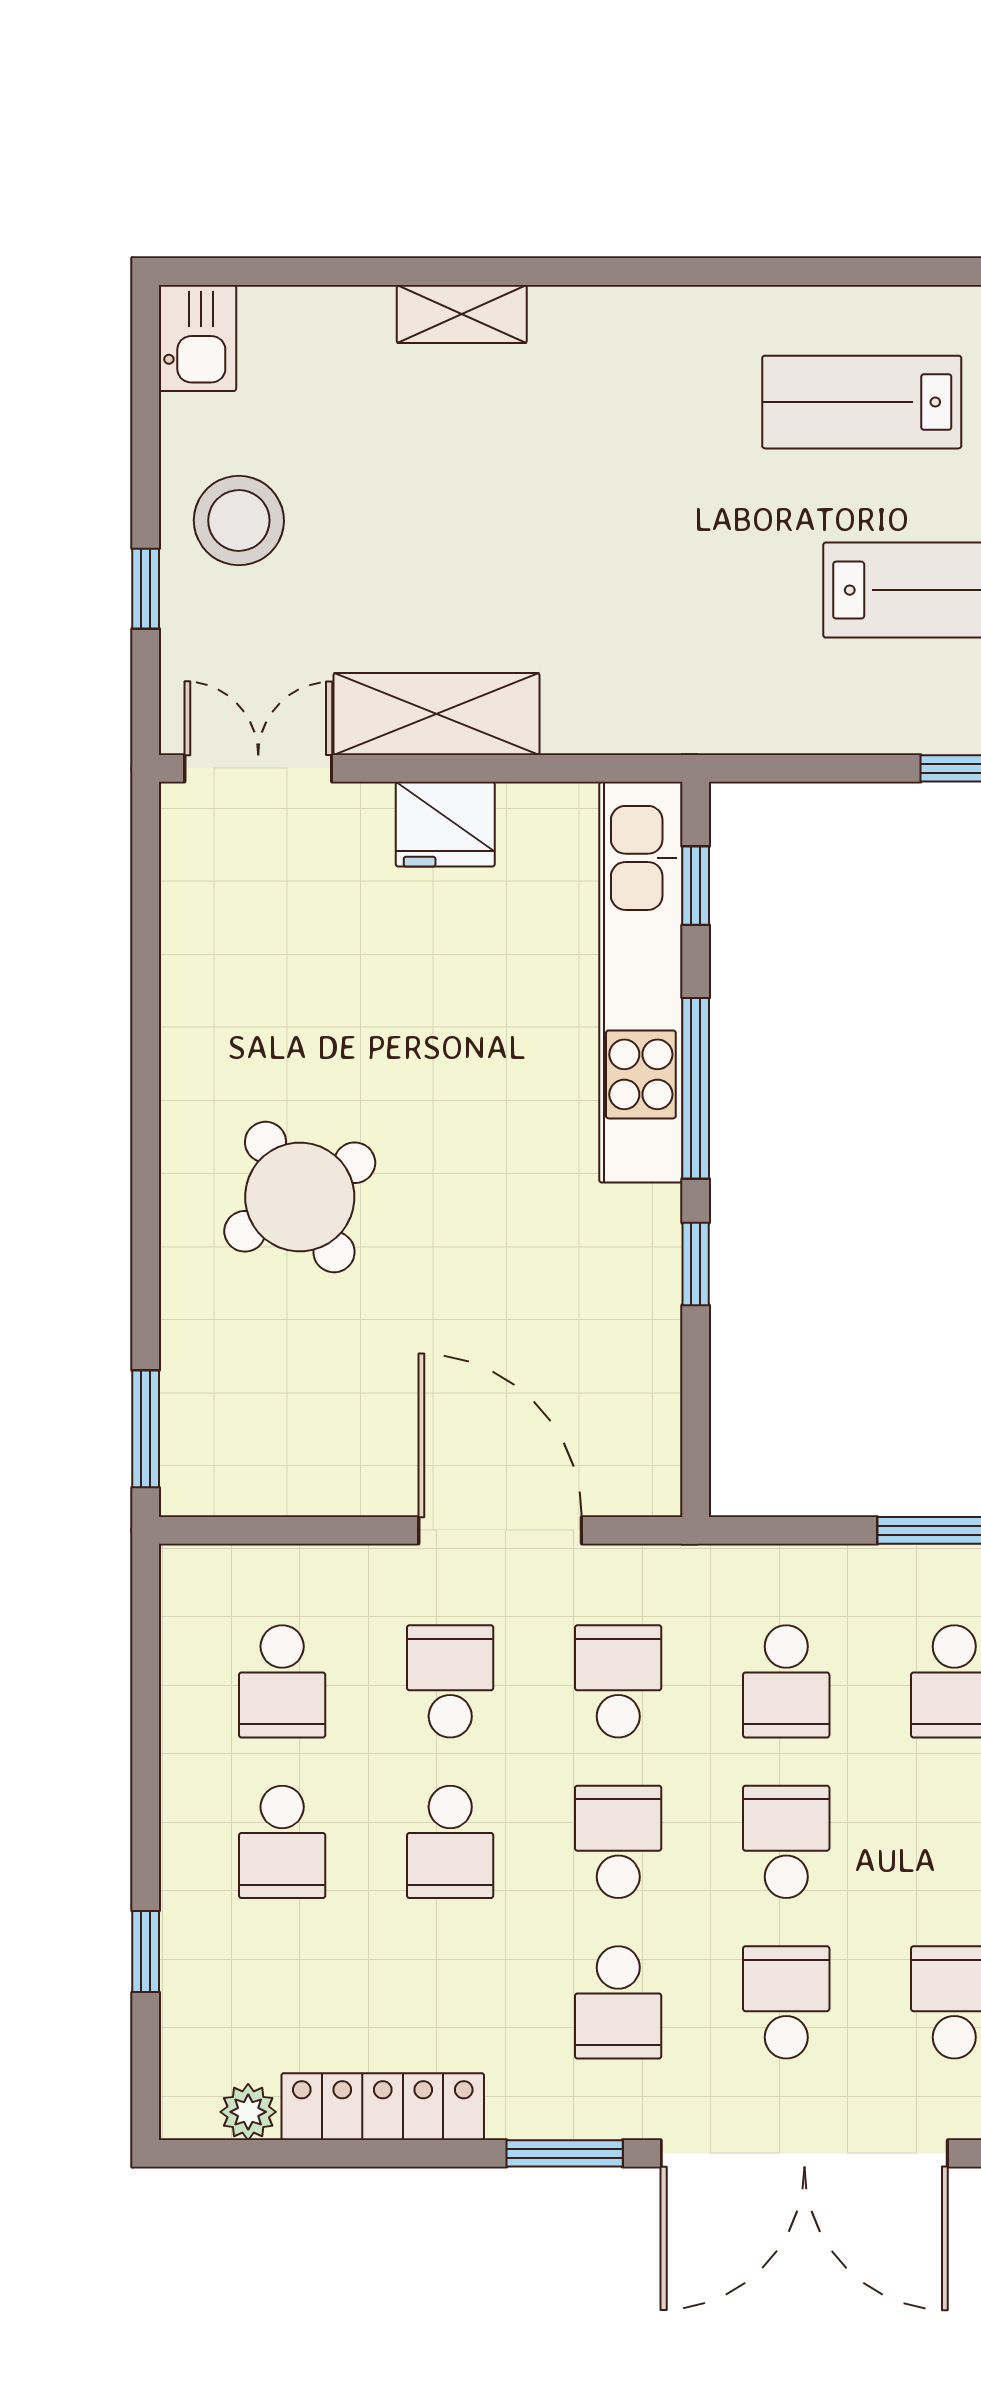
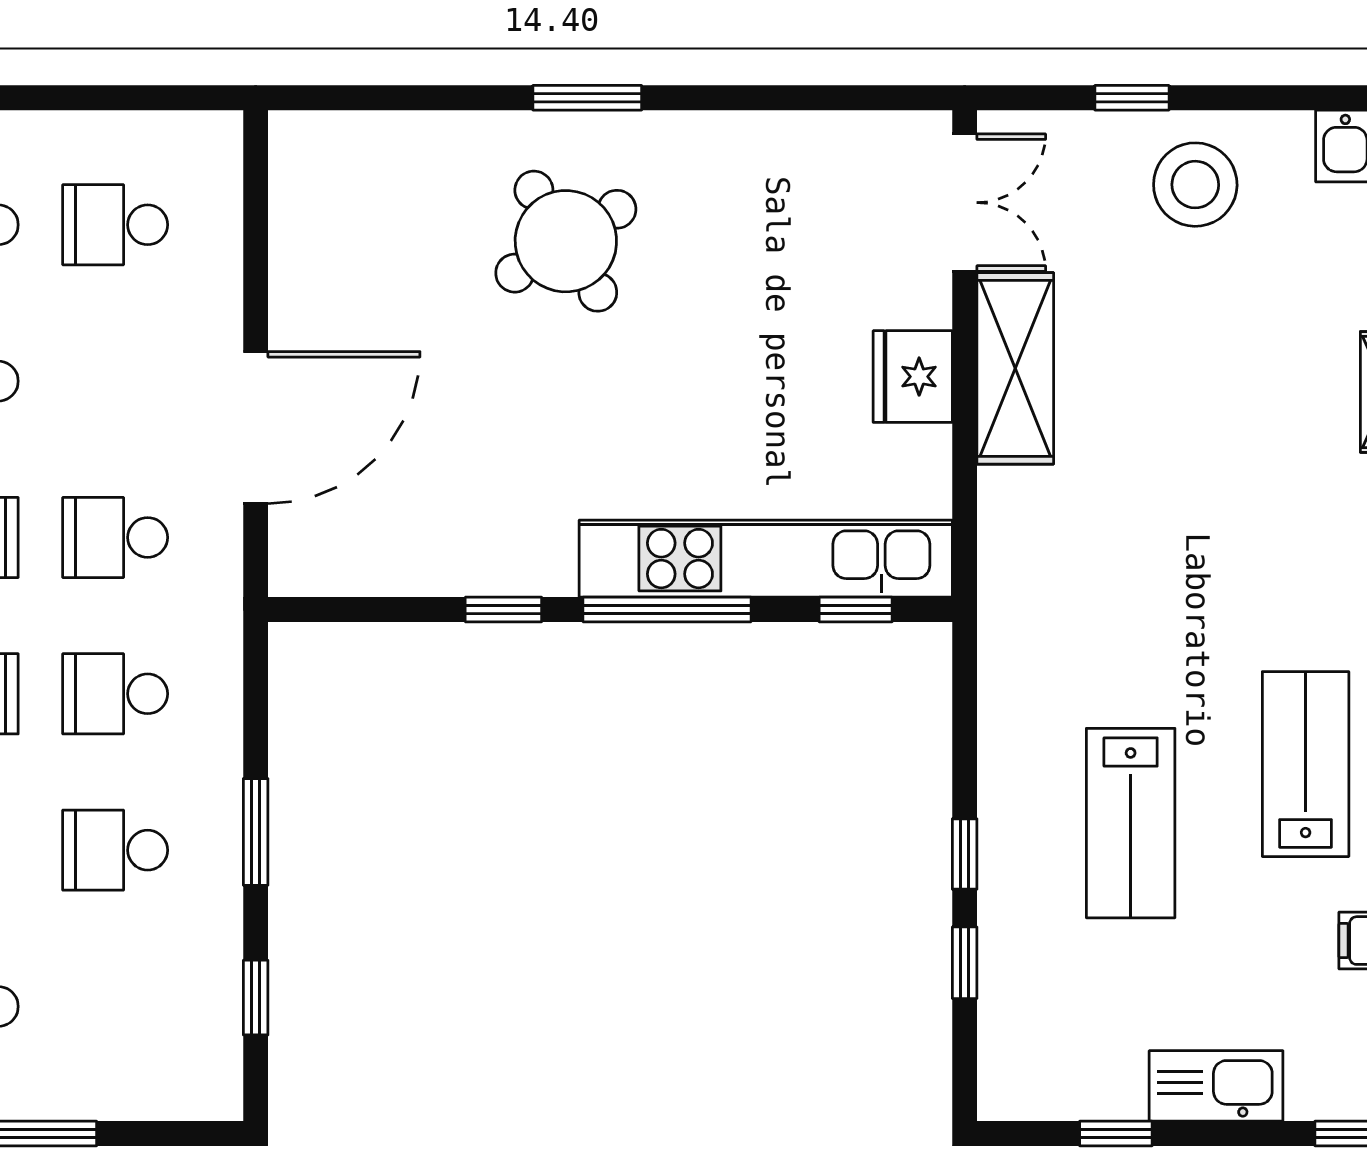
window: (146, 1429) -> (587, 98), moved
school desk: (450, 1681) -> (115, 381), removed
school desk: (618, 1681) -> (115, 537), turned 180

